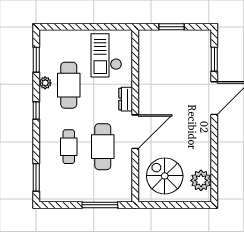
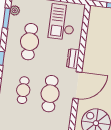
plant: (45, 83) -> (15, 10), moved

